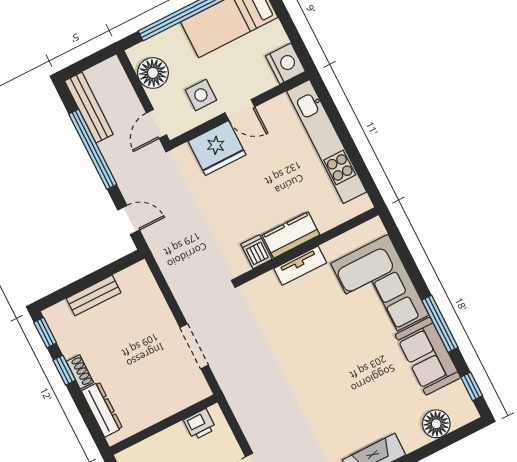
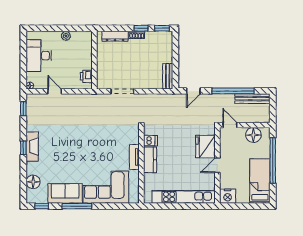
side table: (201, 95) -> (233, 151), removed
bench: (94, 295) -> (168, 76), moved

